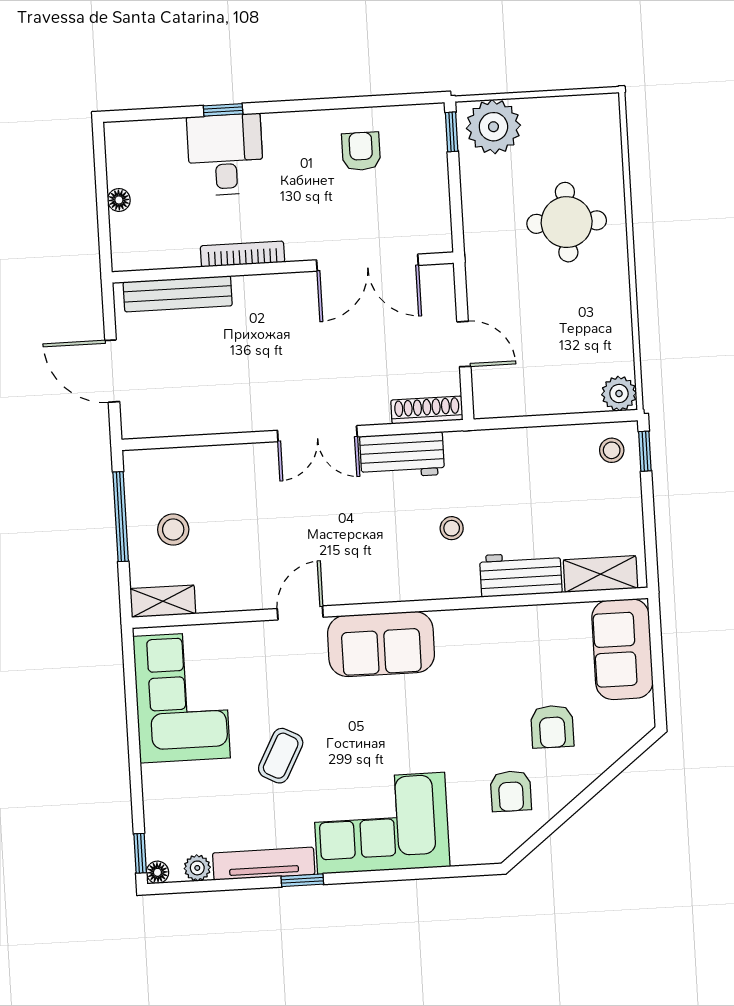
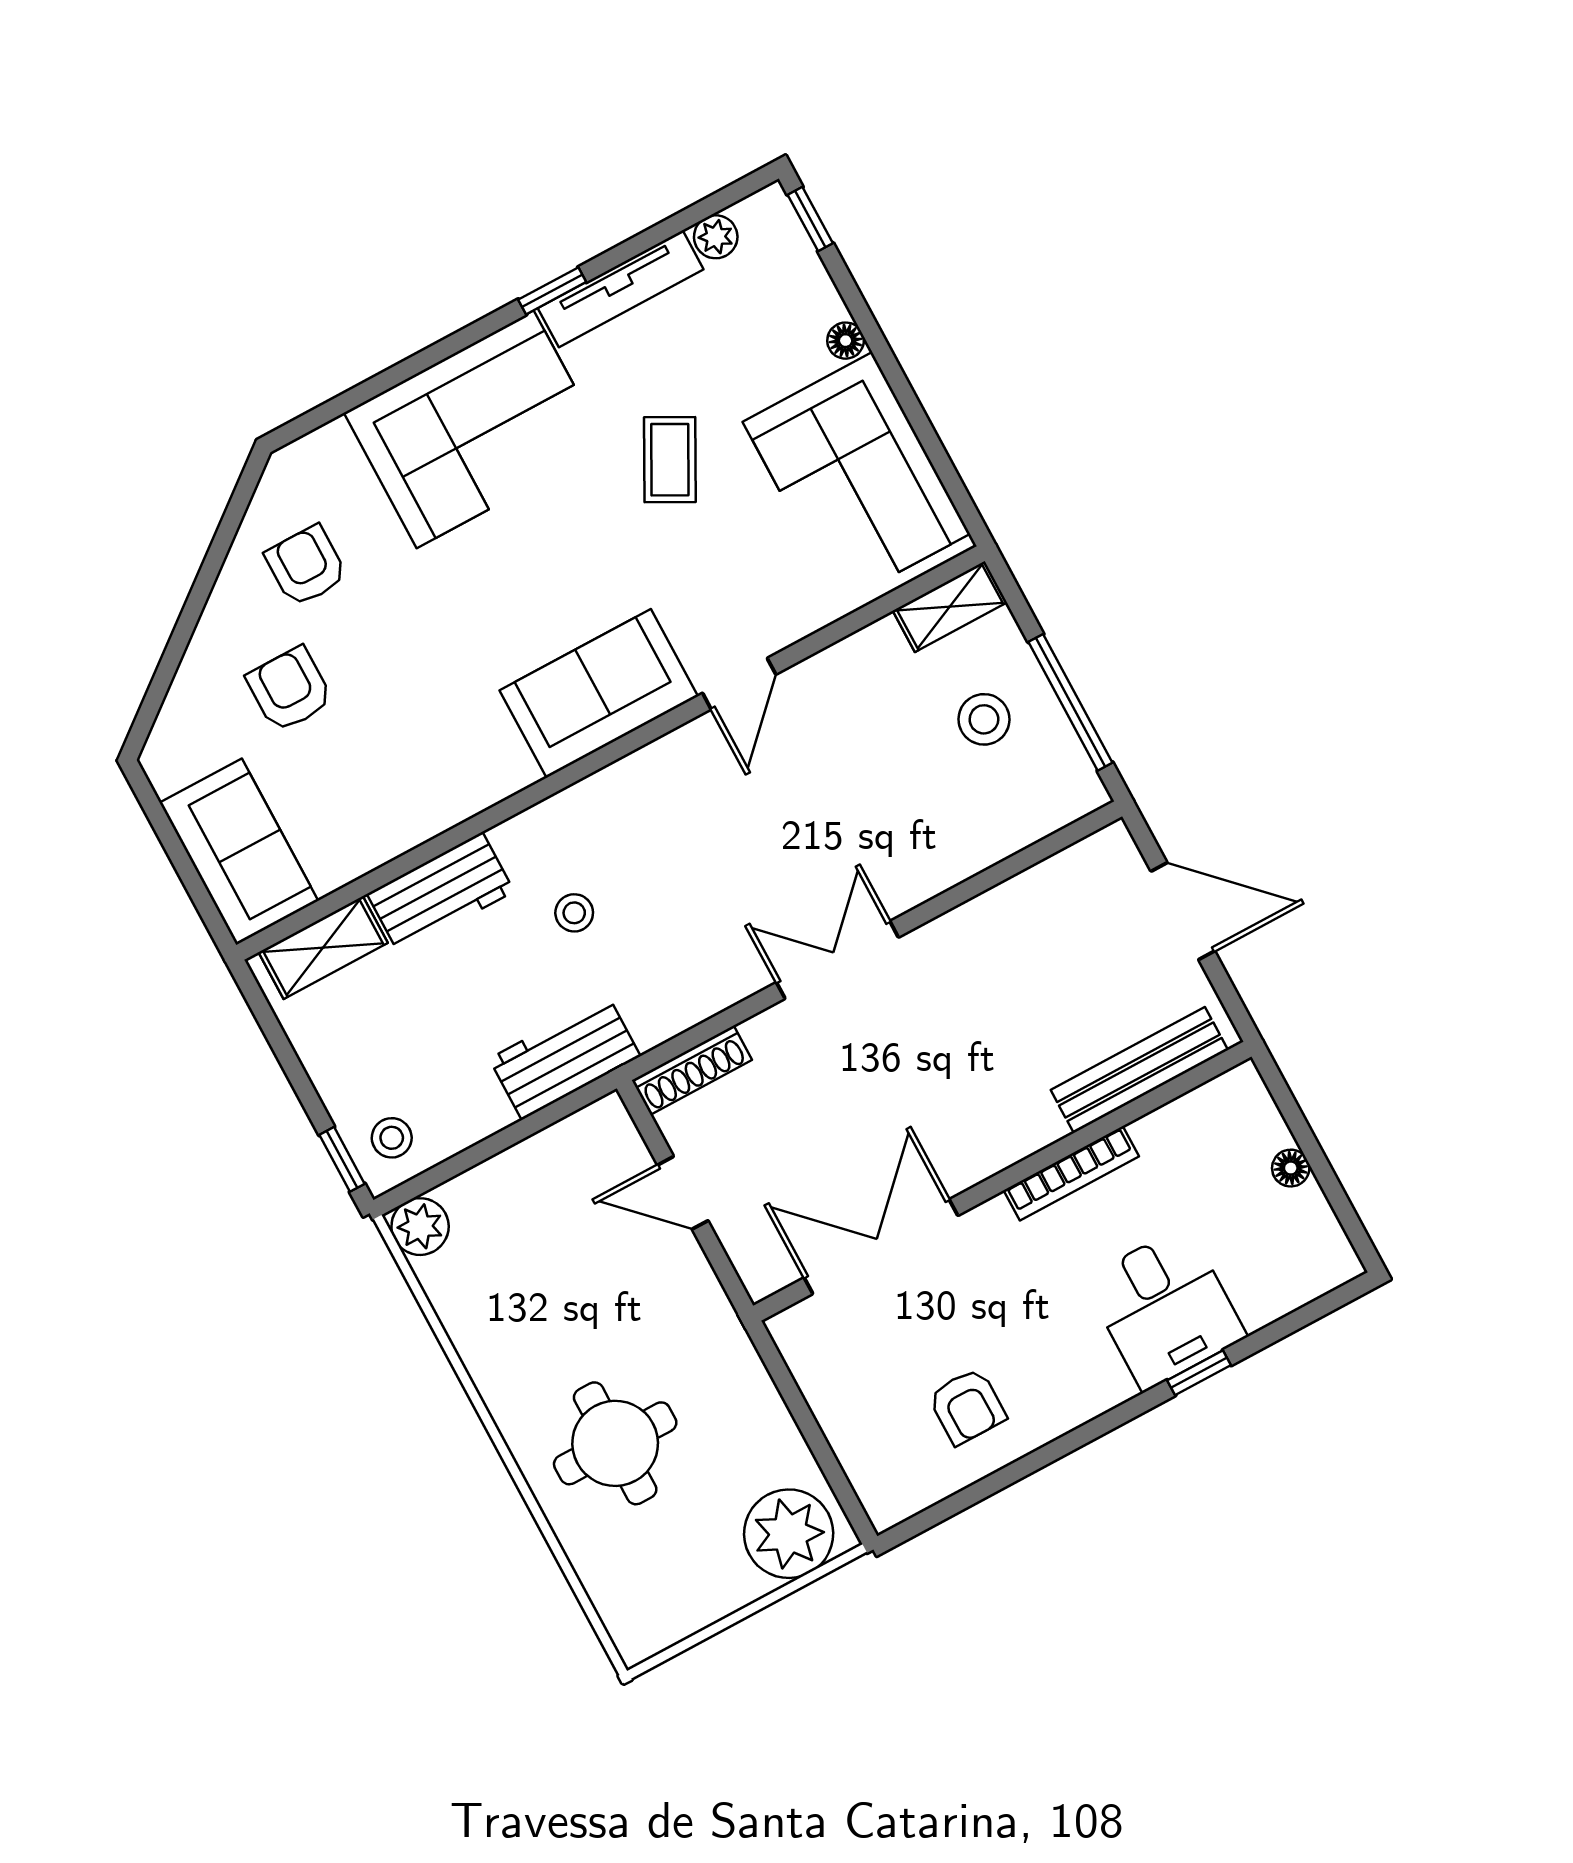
window: (452, 132) -> (847, 1497), removed
workbench: (402, 455) -> (565, 1058), moved
floor lamp: (157, 872) -> (846, 341), moved

